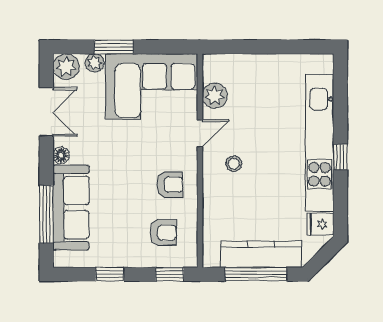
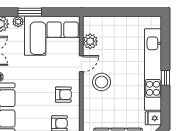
stool: (234, 164) -> (102, 82), width x1.89, depth x1.89

